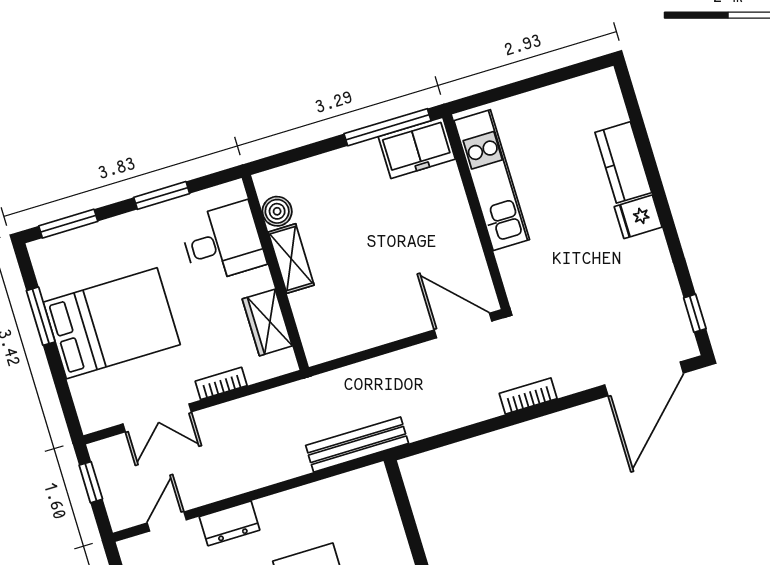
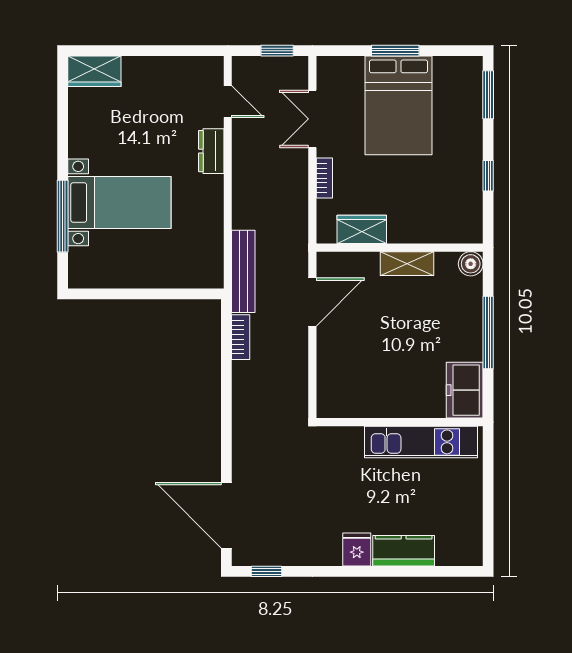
window: (388, 127) -> (488, 333), moved
window: (162, 195) -> (488, 176), width x0.67
boiler: (277, 211) -> (471, 264), moved
desk: (223, 242) -> (436, 213), removed
window: (41, 316) -> (395, 51), moved
door: (463, 326) -> (312, 302), moved
bookcase: (528, 396) -> (241, 337), moved

